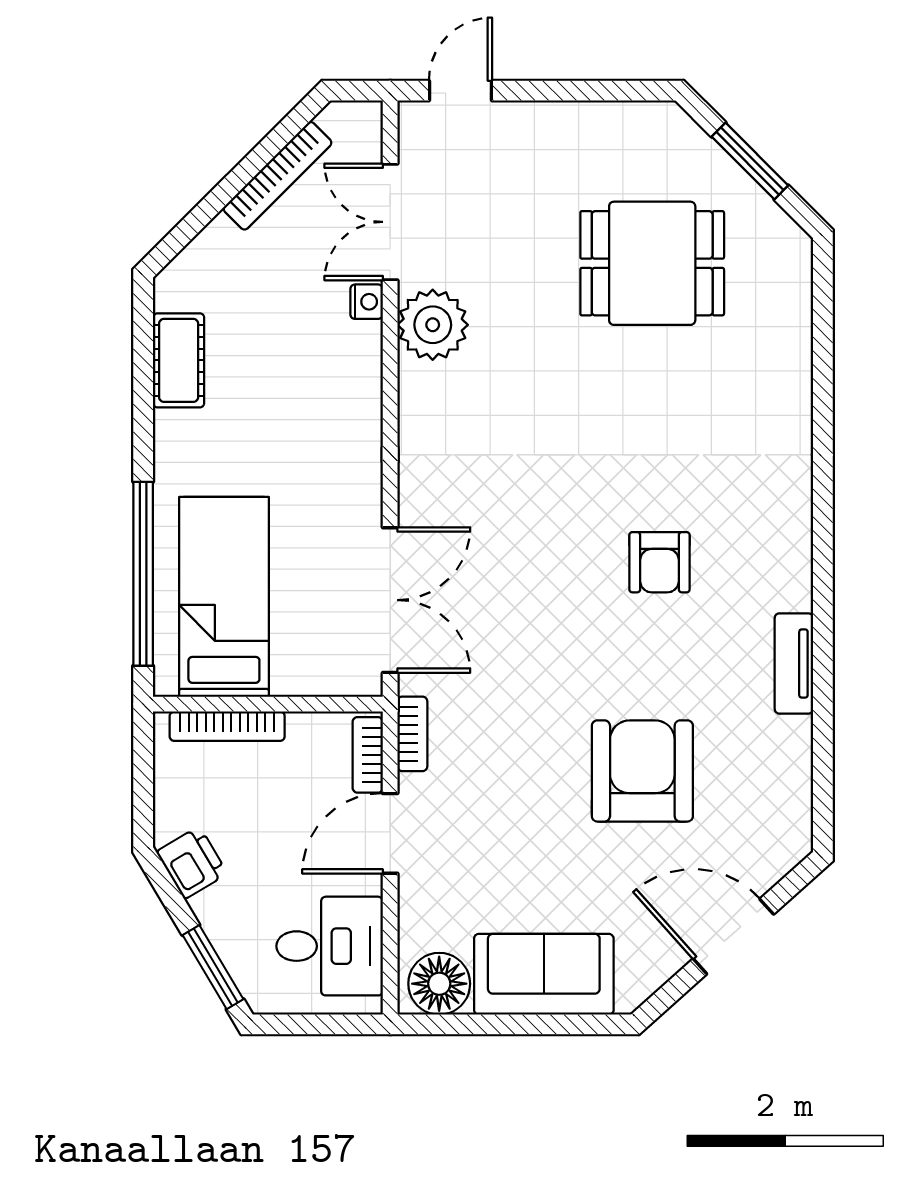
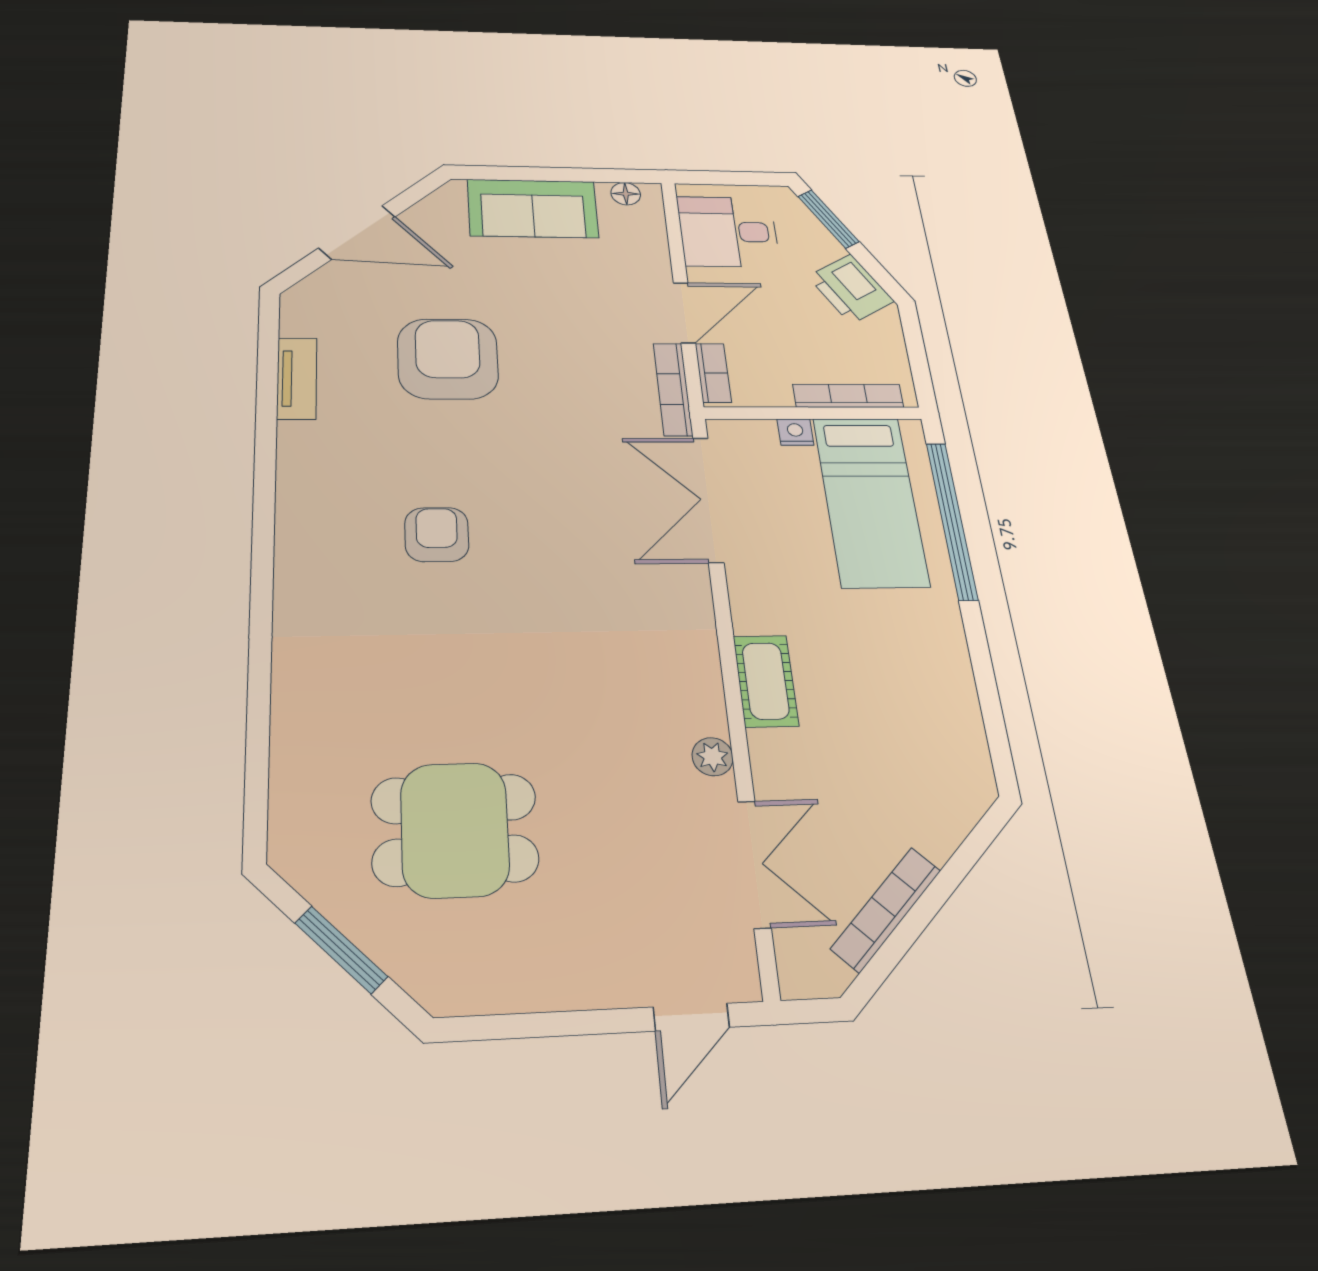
nightstand: (367, 302) -> (795, 432), moved, turned 90
plant: (433, 325) -> (713, 757), width x0.53, depth x0.53
cot: (179, 360) -> (766, 681), moved
tv unit: (794, 663) -> (297, 378), moved
bookcase: (412, 734) -> (673, 389), width x1.56
armchair: (642, 771) -> (448, 359), turned 180
printer: (192, 863) -> (851, 289), width x1.36, depth x1.24
floor lamp: (439, 984) -> (626, 194), width x0.53, depth x0.53

